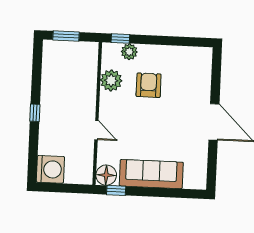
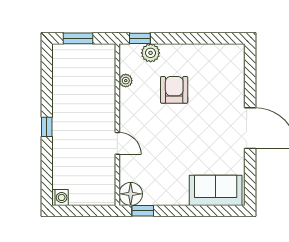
plant: (111, 80) -> (126, 81), width x0.53, depth x0.53
washing machine: (50, 169) -> (60, 197), width x0.53, depth x0.53
sofa: (151, 174) -> (216, 190), moved, width x0.73

